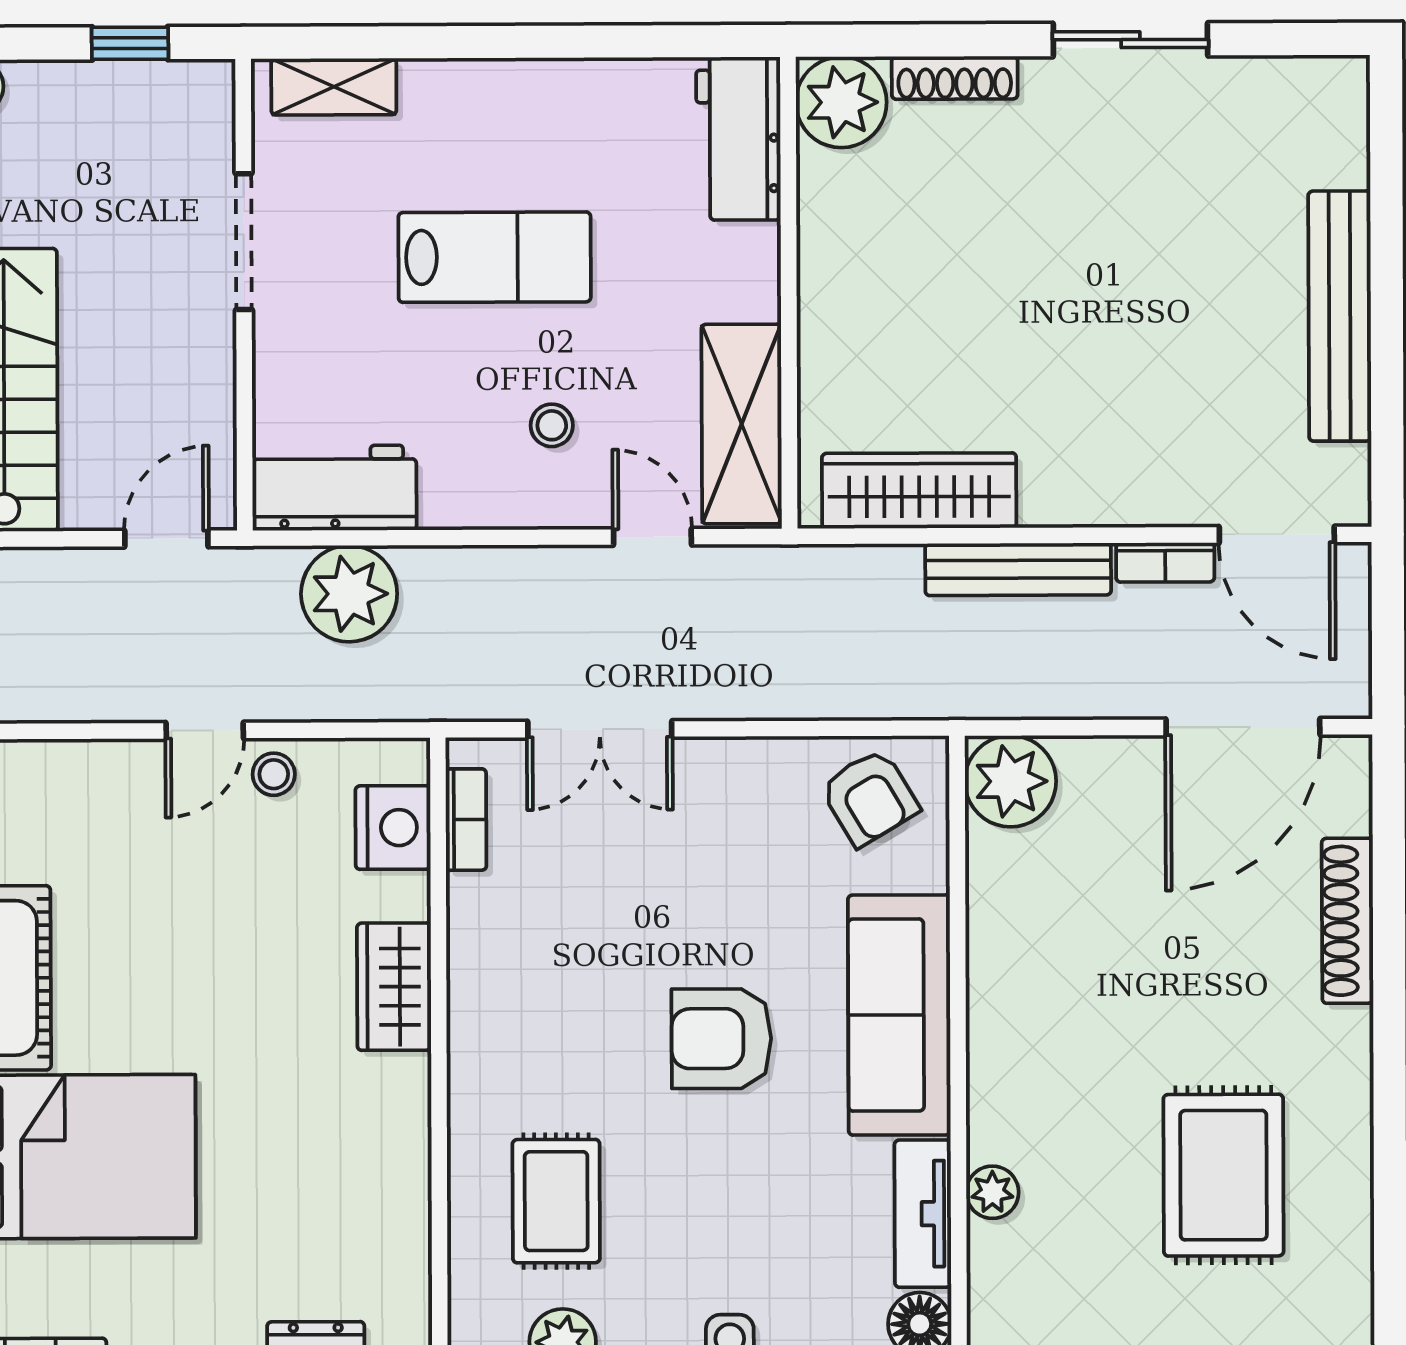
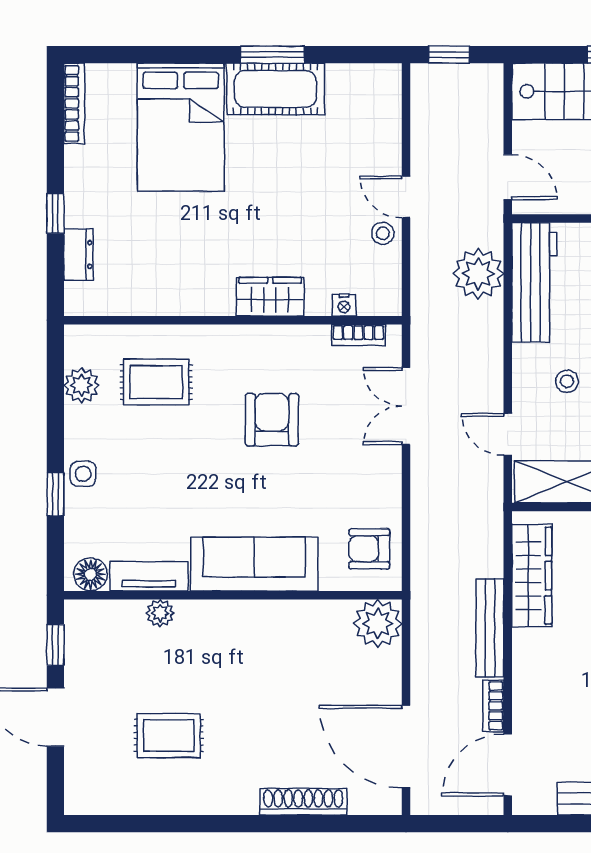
workbench: (334, 488) -> (534, 282), width x1.38
door: (652, 537) -> (508, 434), swing flipped
armchair: (869, 797) -> (369, 549), turned 31
nightstand: (393, 828) -> (344, 305), width x0.53, depth x0.56
armchair: (721, 1039) -> (272, 420), moved
rug: (1223, 1175) -> (169, 735), width x0.73, depth x0.70

